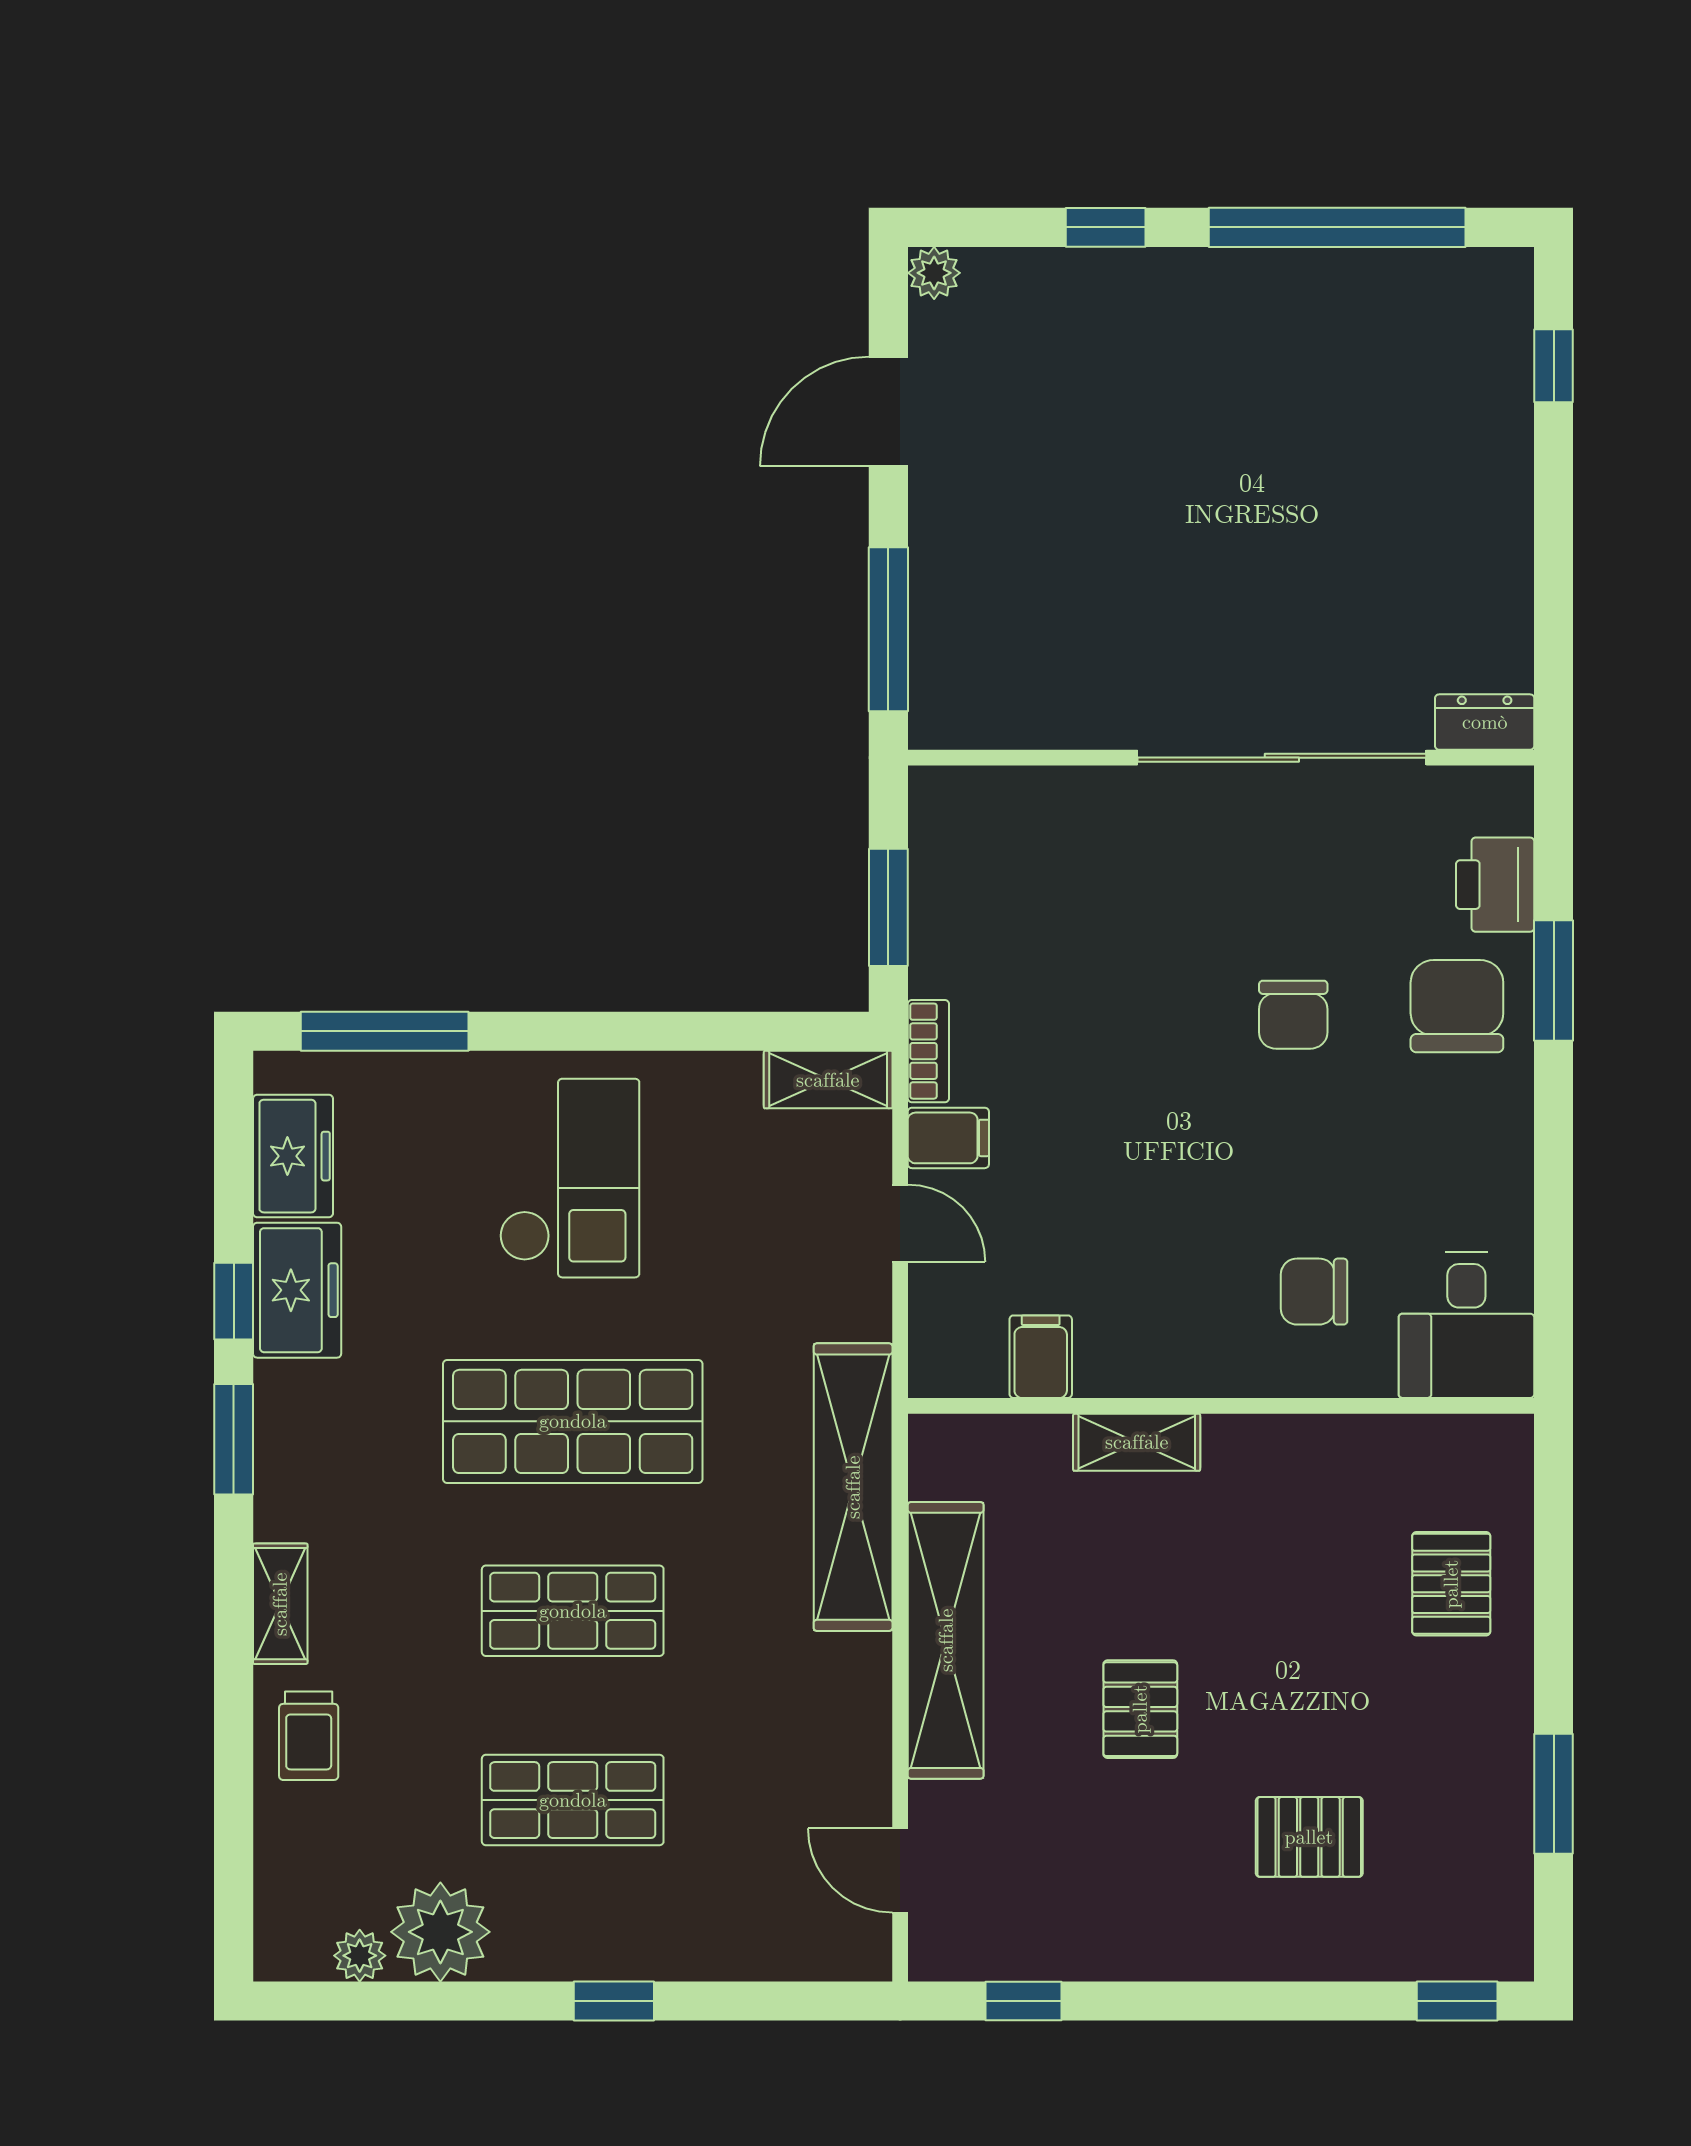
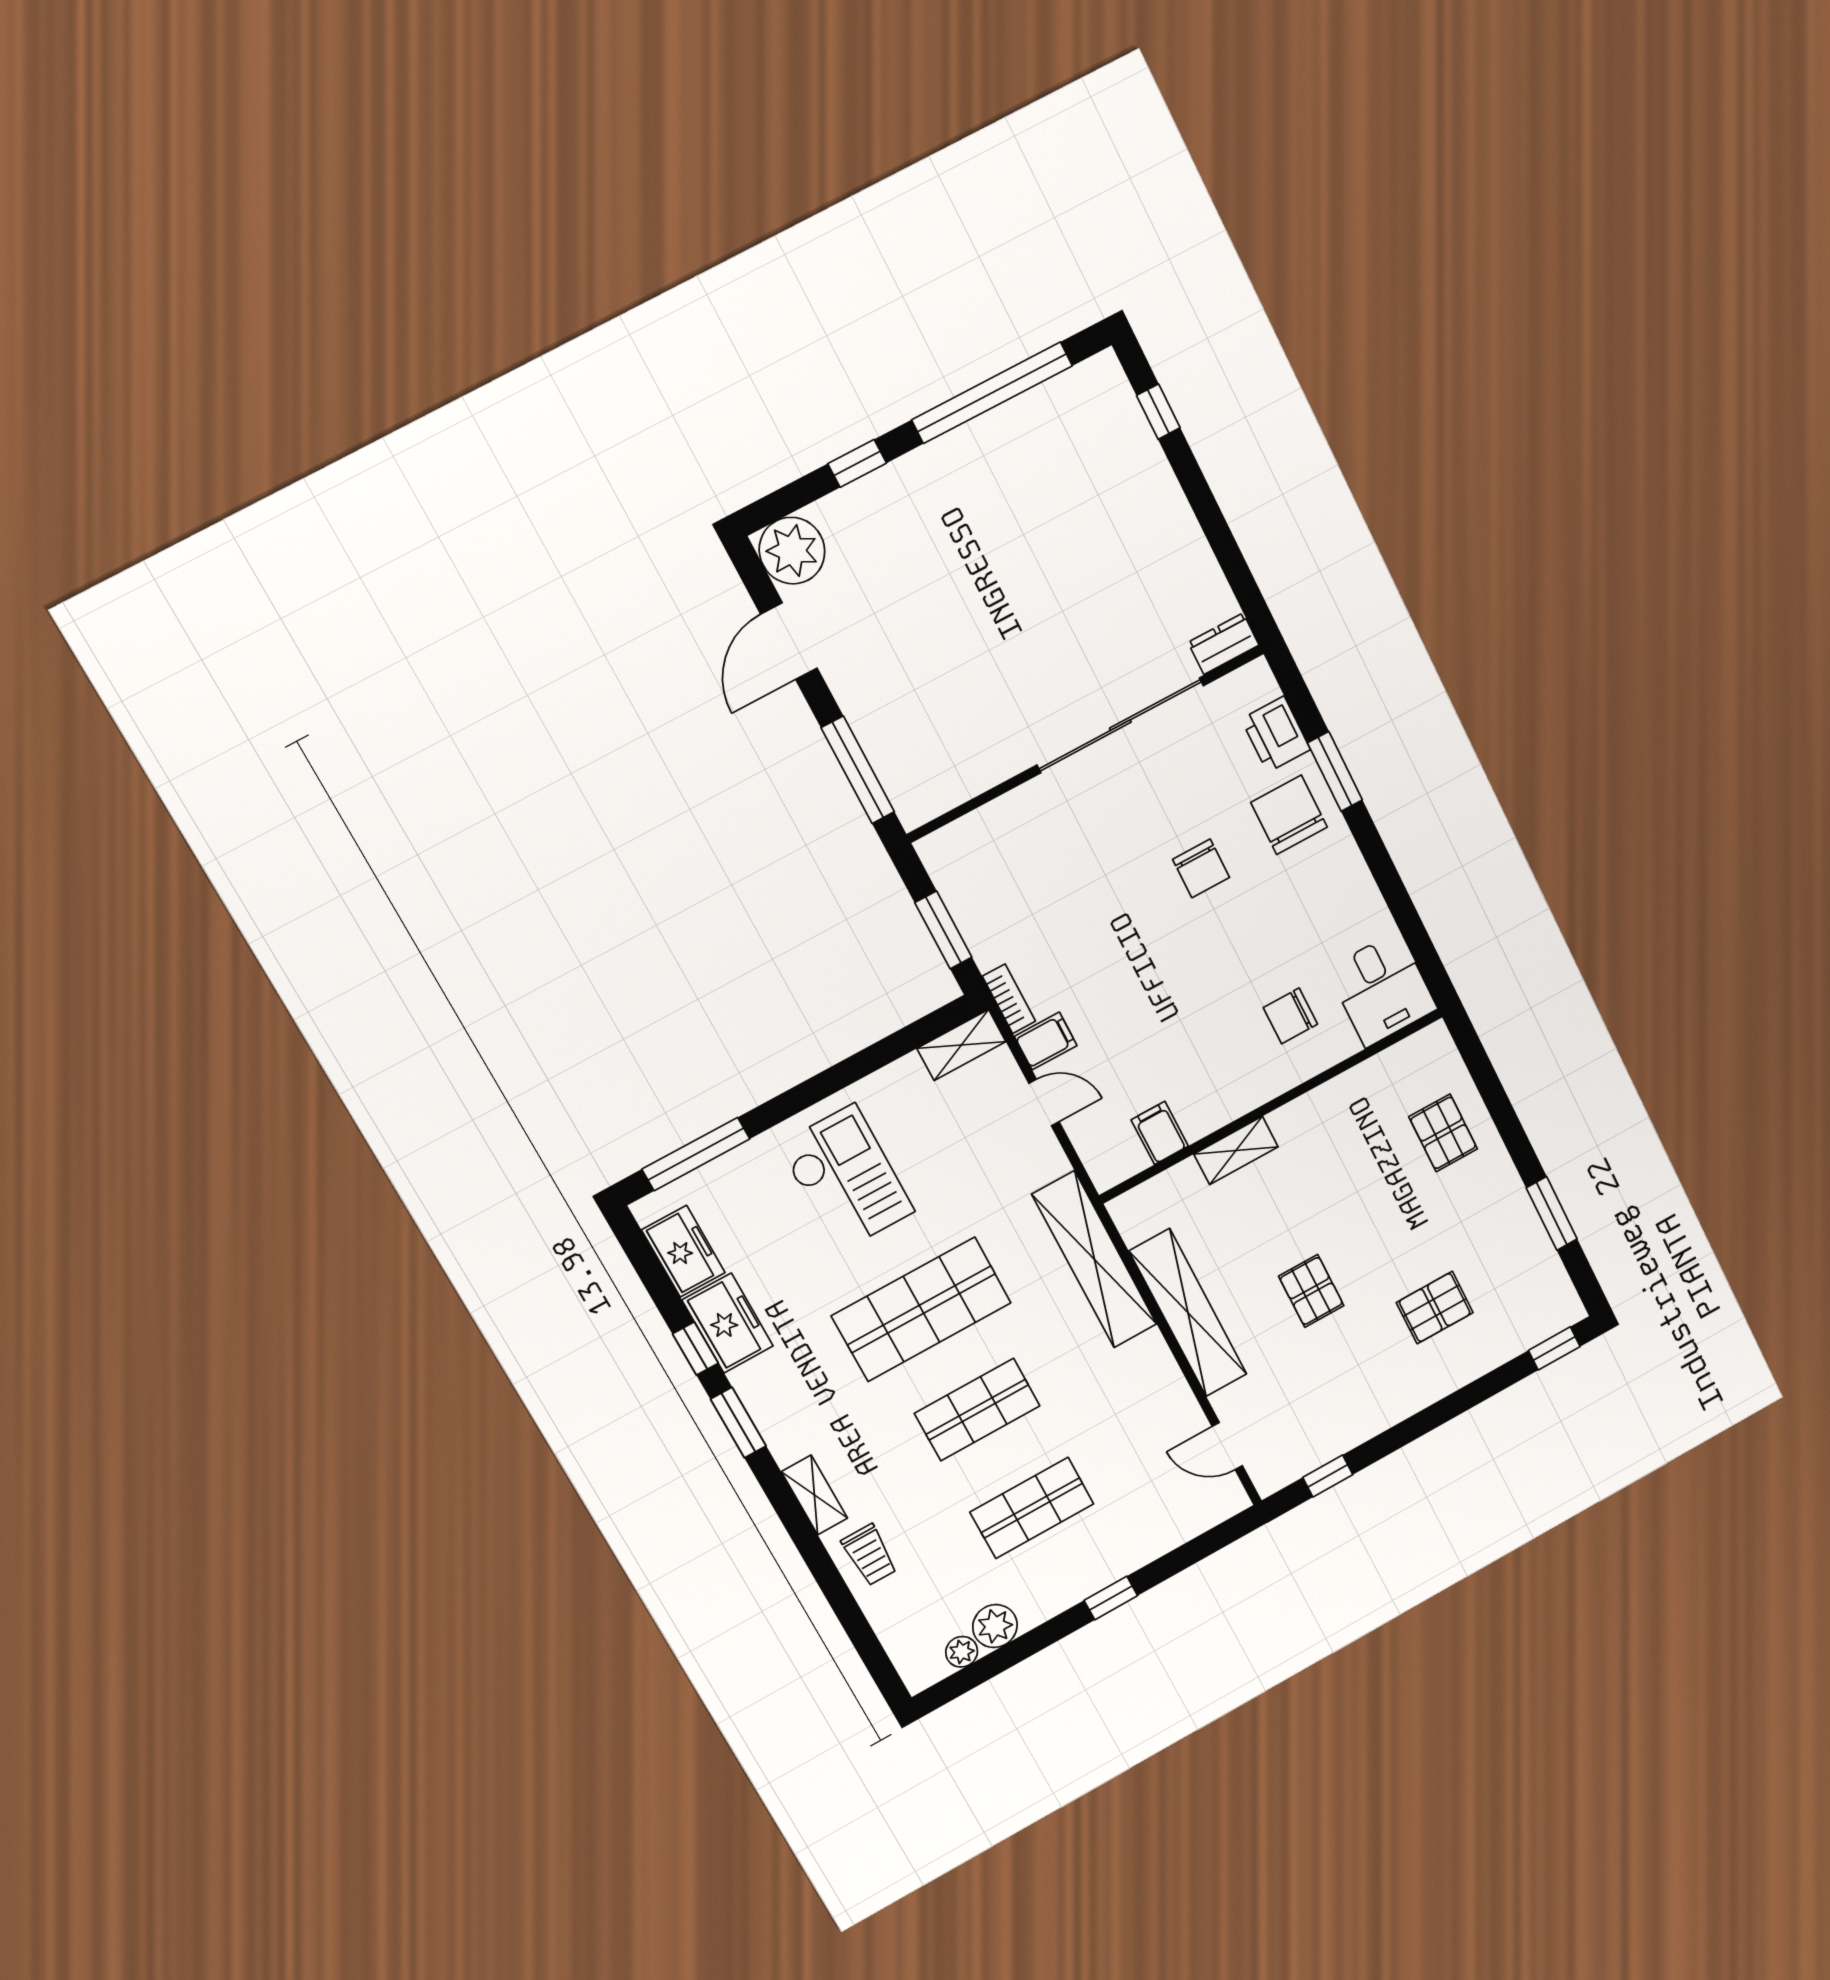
plant: (934, 273) -> (792, 551), width x1.88, depth x1.88
plant: (440, 1932) -> (995, 1626), width x0.73, depth x0.73

